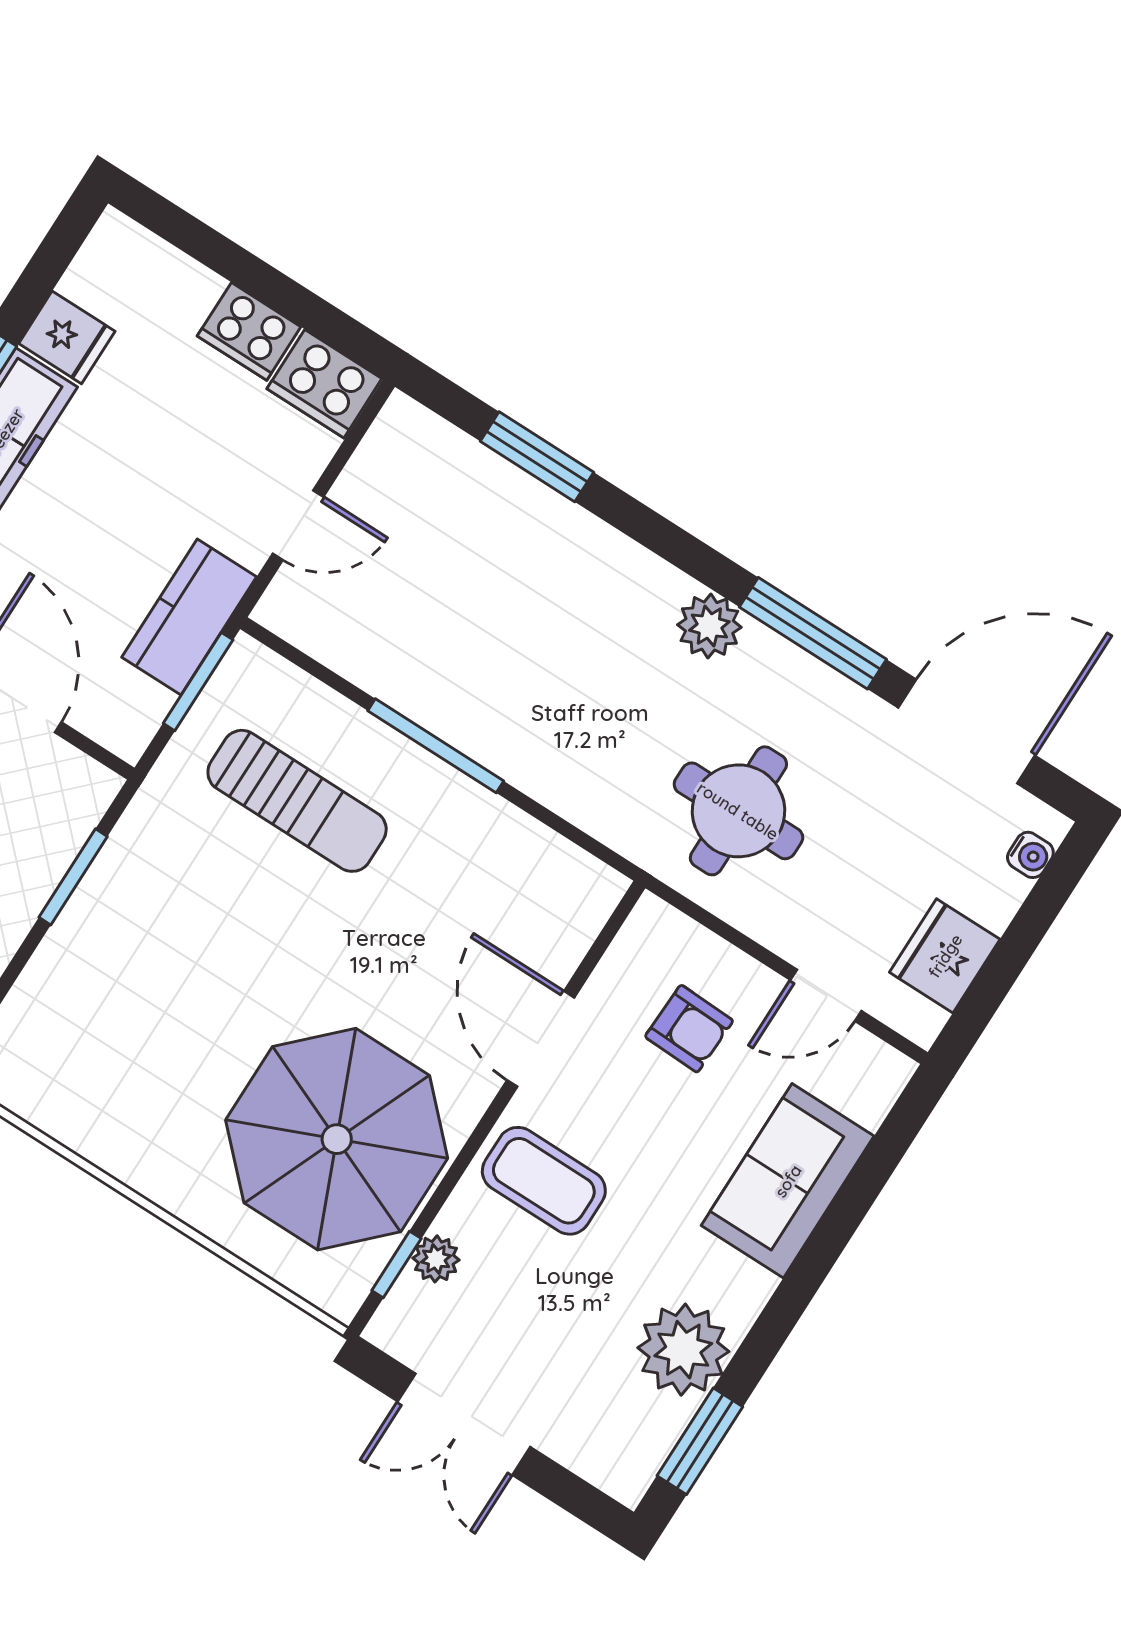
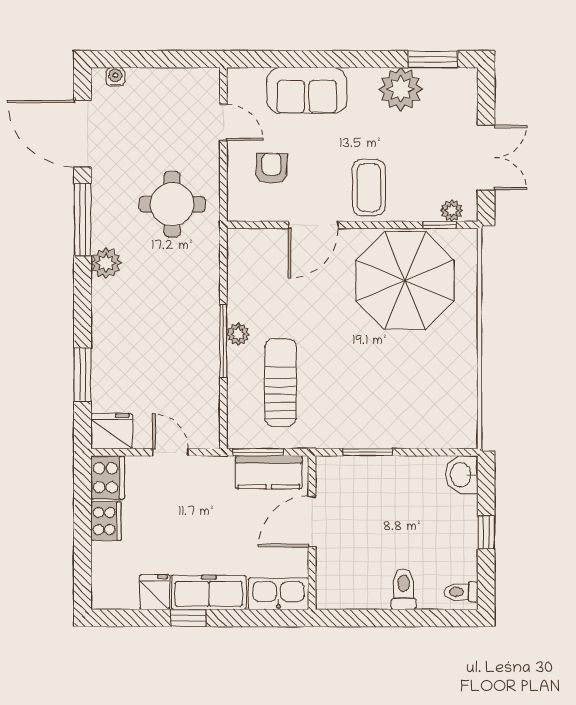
kitchen counter: (189, 617) -> (269, 472), moved
plant: (432, 780) -> (238, 334), added
fridge: (945, 956) -> (112, 431), moved, turned 180
plant: (436, 1259) -> (452, 211), moved

